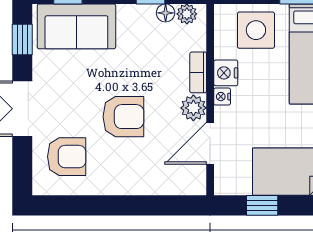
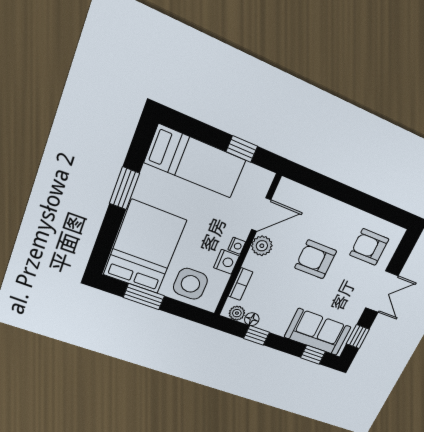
bookcase: (198, 72) -> (240, 284), moved

